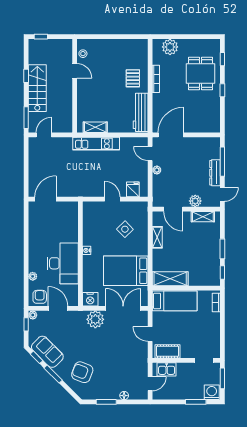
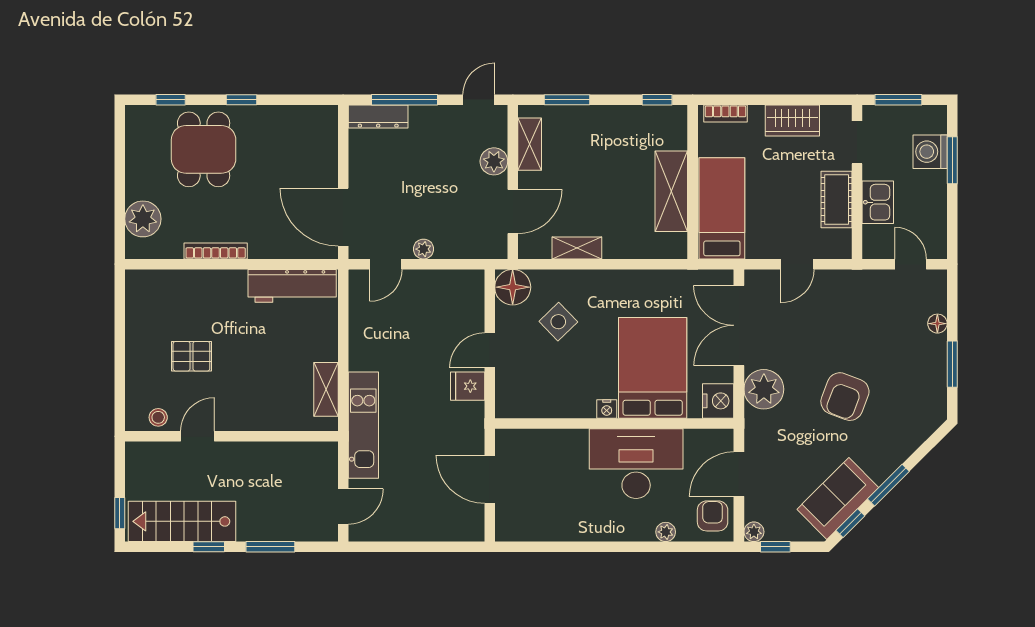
dining table: (200, 74) -> (204, 149), turned 90
pallet: (133, 78) -> (191, 356), moved
stairs: (37, 88) -> (182, 521), moved
window: (26, 118) -> (270, 547), moved
door: (44, 135) -> (343, 507), swing flipped
kitchen unit: (96, 144) -> (363, 425), moved
dresser: (215, 173) -> (378, 117), moved
fridge: (133, 189) -> (468, 386), moved
door: (222, 194) -> (479, 100), hinge flipped
door: (46, 199) -> (490, 479), moved
floor lamp: (140, 209) -> (513, 287), added
window: (222, 249) -> (567, 100), moved
bed: (126, 271) -> (653, 368), moved, turned 180
shelving: (170, 279) -> (671, 191), moved
armchair: (40, 297) -> (713, 516), turned 90
wardrobe: (213, 332) -> (792, 120), added
cot: (168, 351) -> (837, 199), moved
kitchen sink: (167, 369) -> (878, 202), moved
armchair: (82, 372) -> (845, 397), moved
washing machine: (212, 392) -> (930, 152), moved

